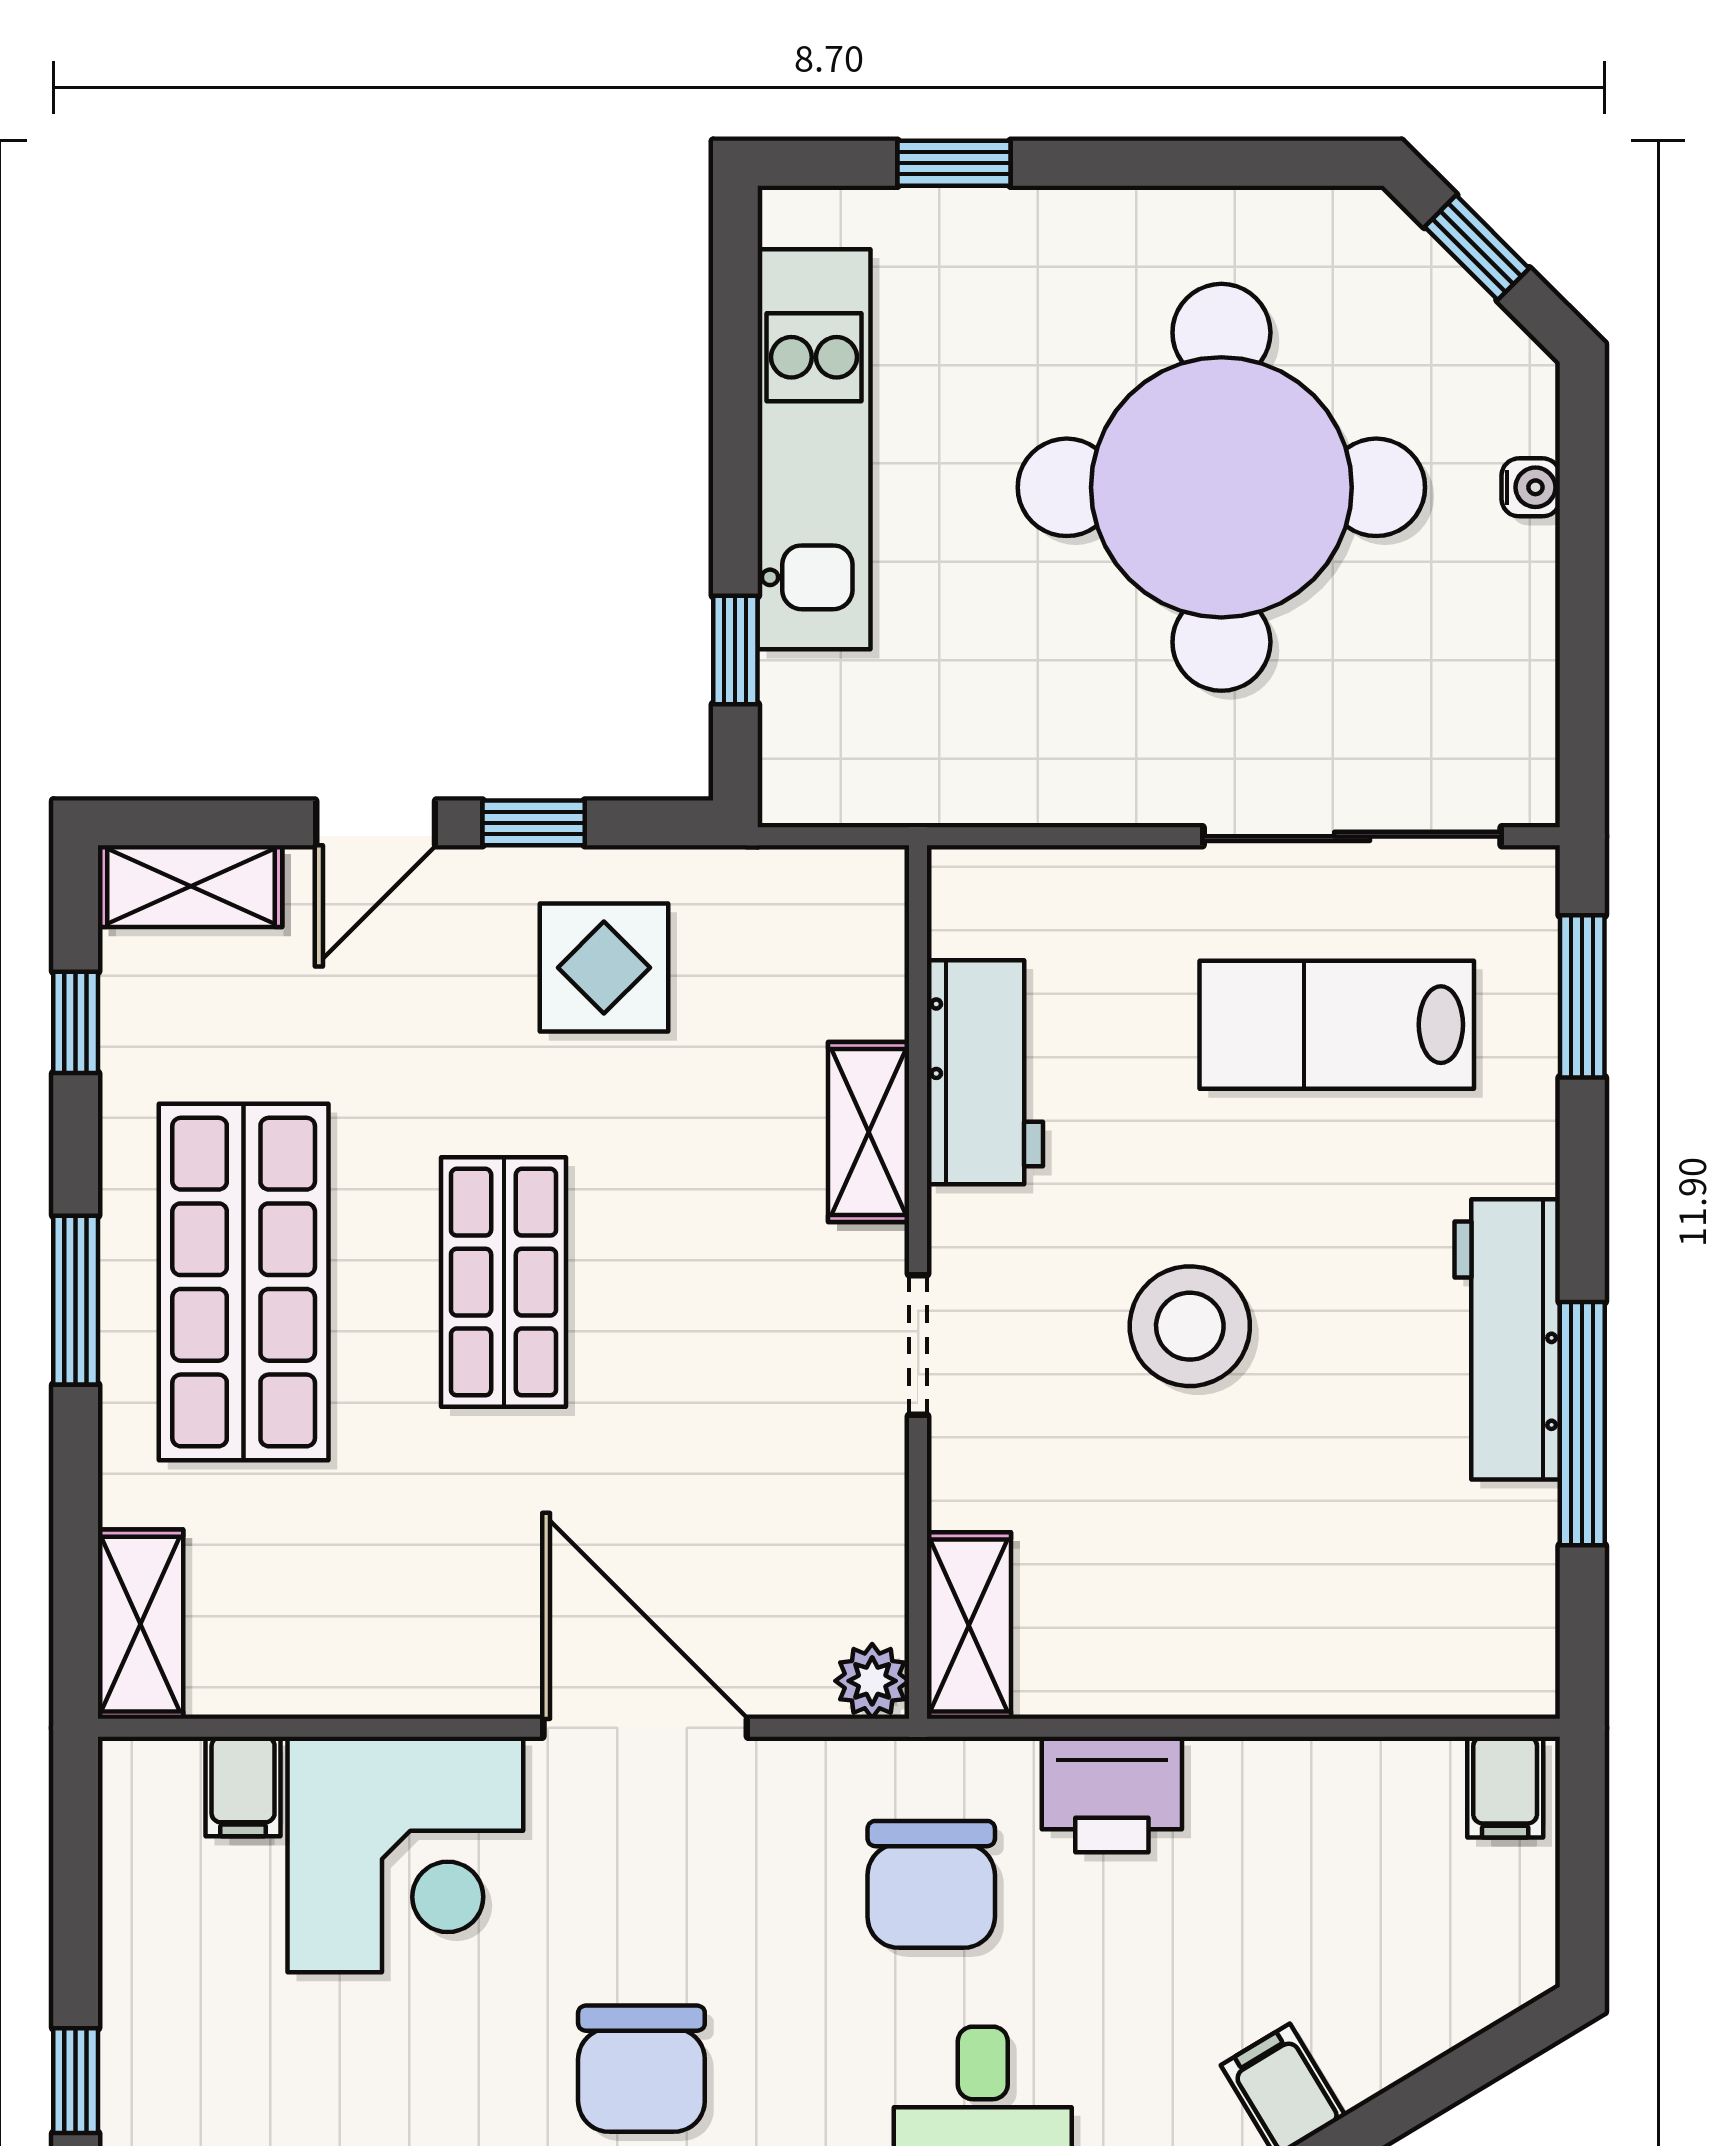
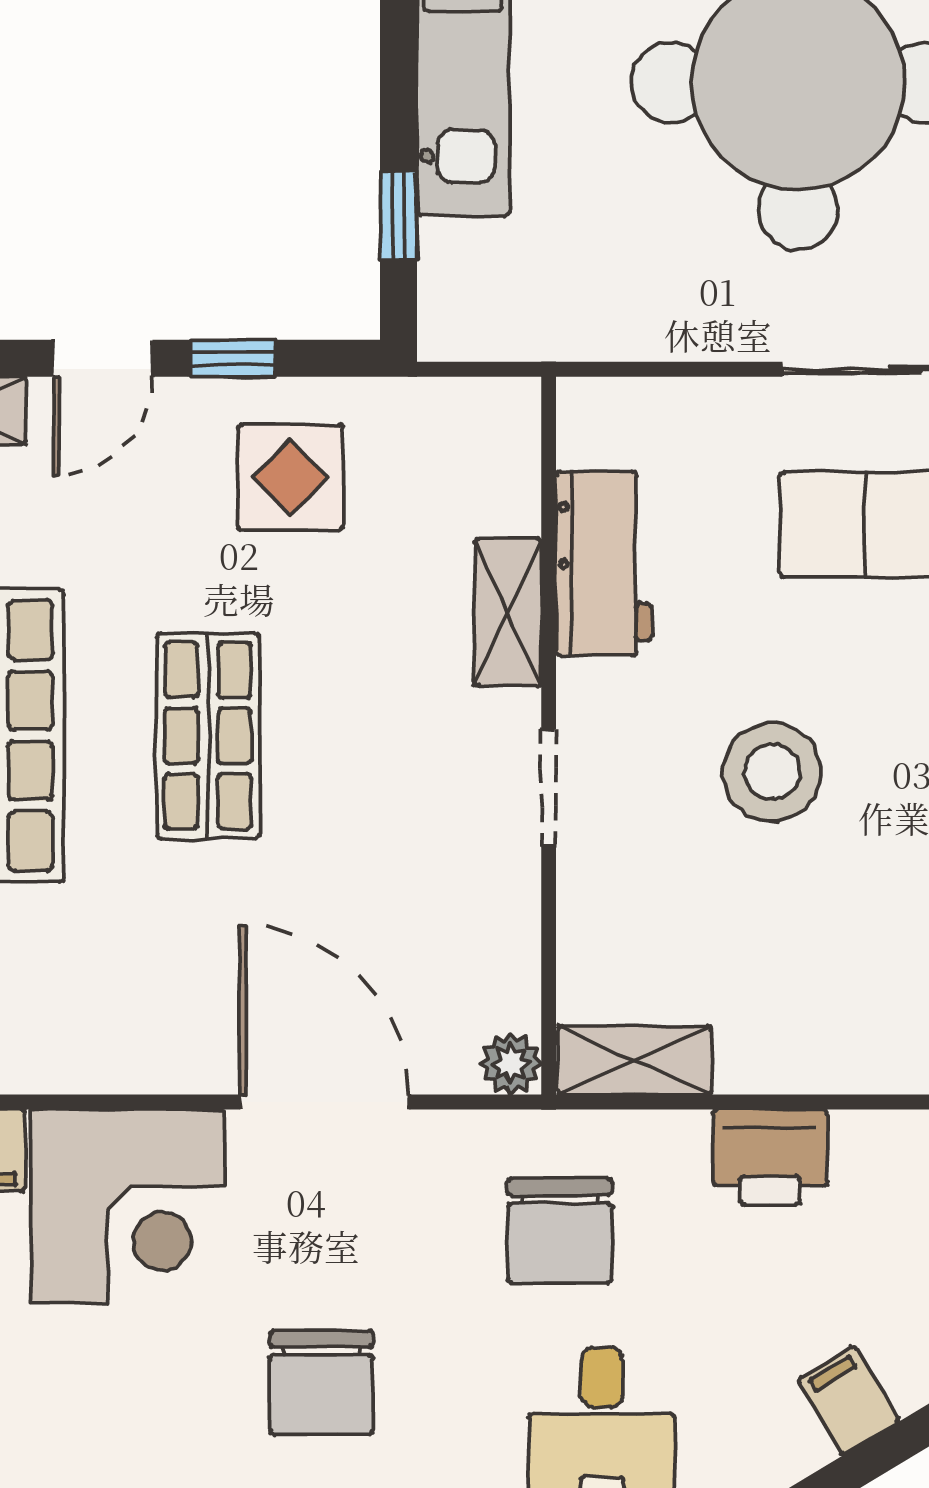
shelving: (969, 1626) -> (635, 1060), moved, turned 90
printer: (1112, 1795) -> (770, 1157), moved

